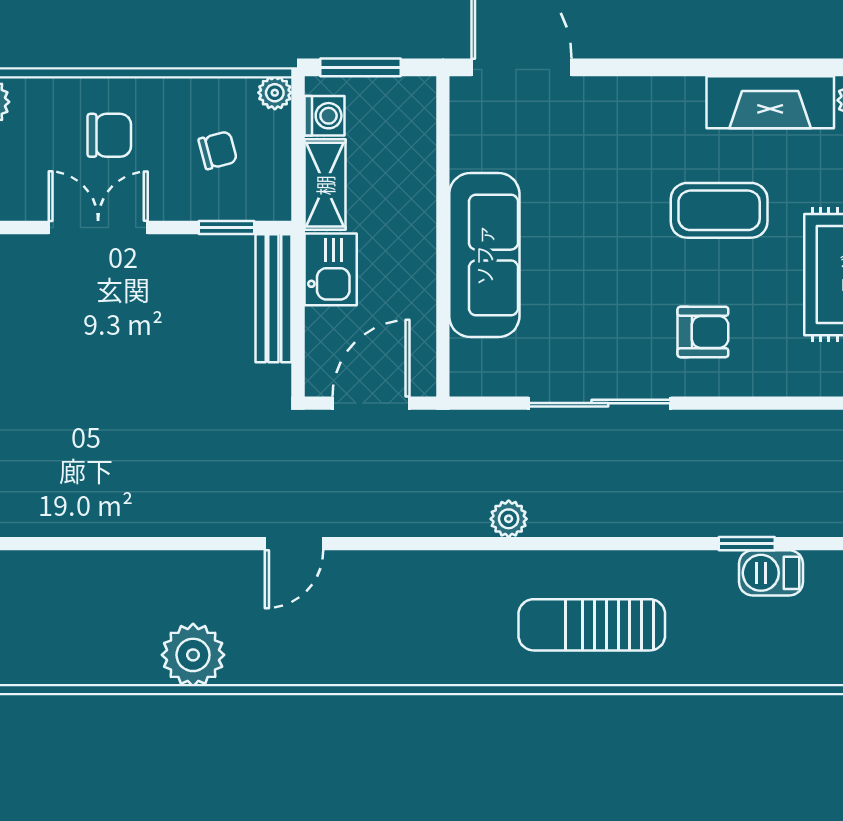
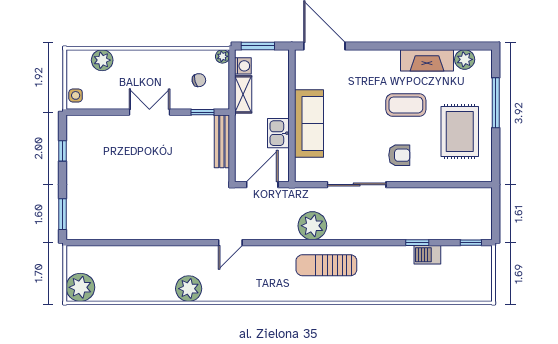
chair: (109, 135) -> (154, 74), removed
kitchen sink: (331, 269) -> (278, 133), moved, turned 180
plant: (509, 519) -> (312, 226), width x1.87, depth x1.87
sun lounger: (592, 625) -> (326, 265), moved

